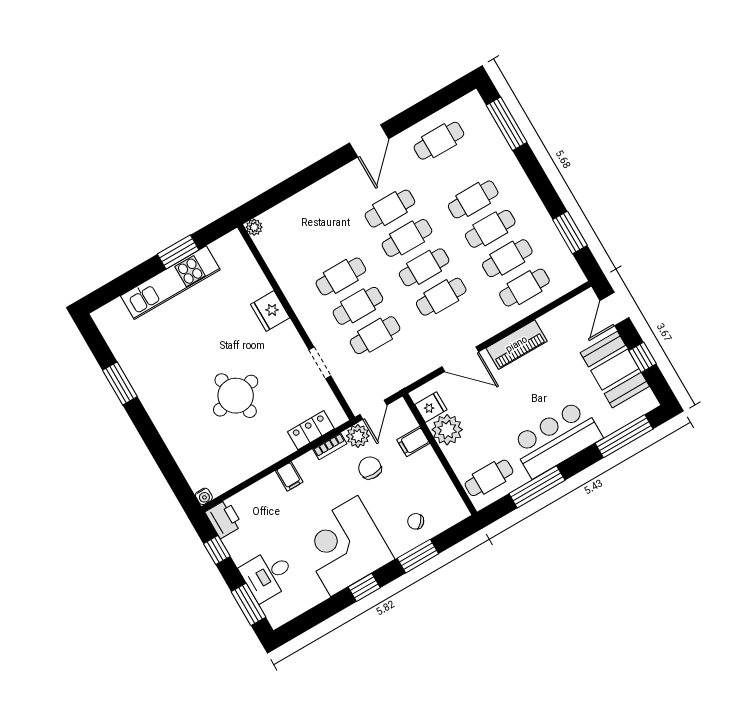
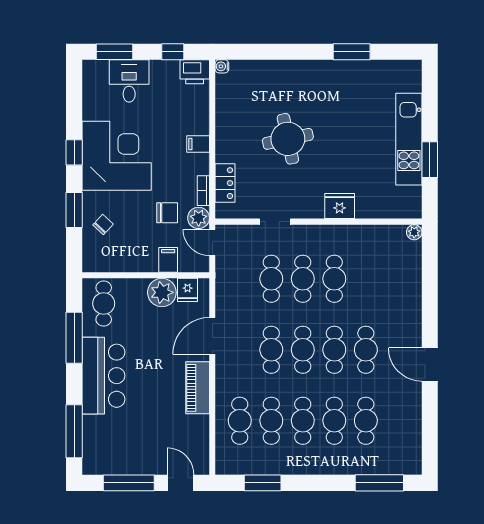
cafe table: (439, 141) -> (366, 421), moved
window: (643, 357) -> (129, 483), width x2.17
booth: (615, 370) -> (132, 455), removed

